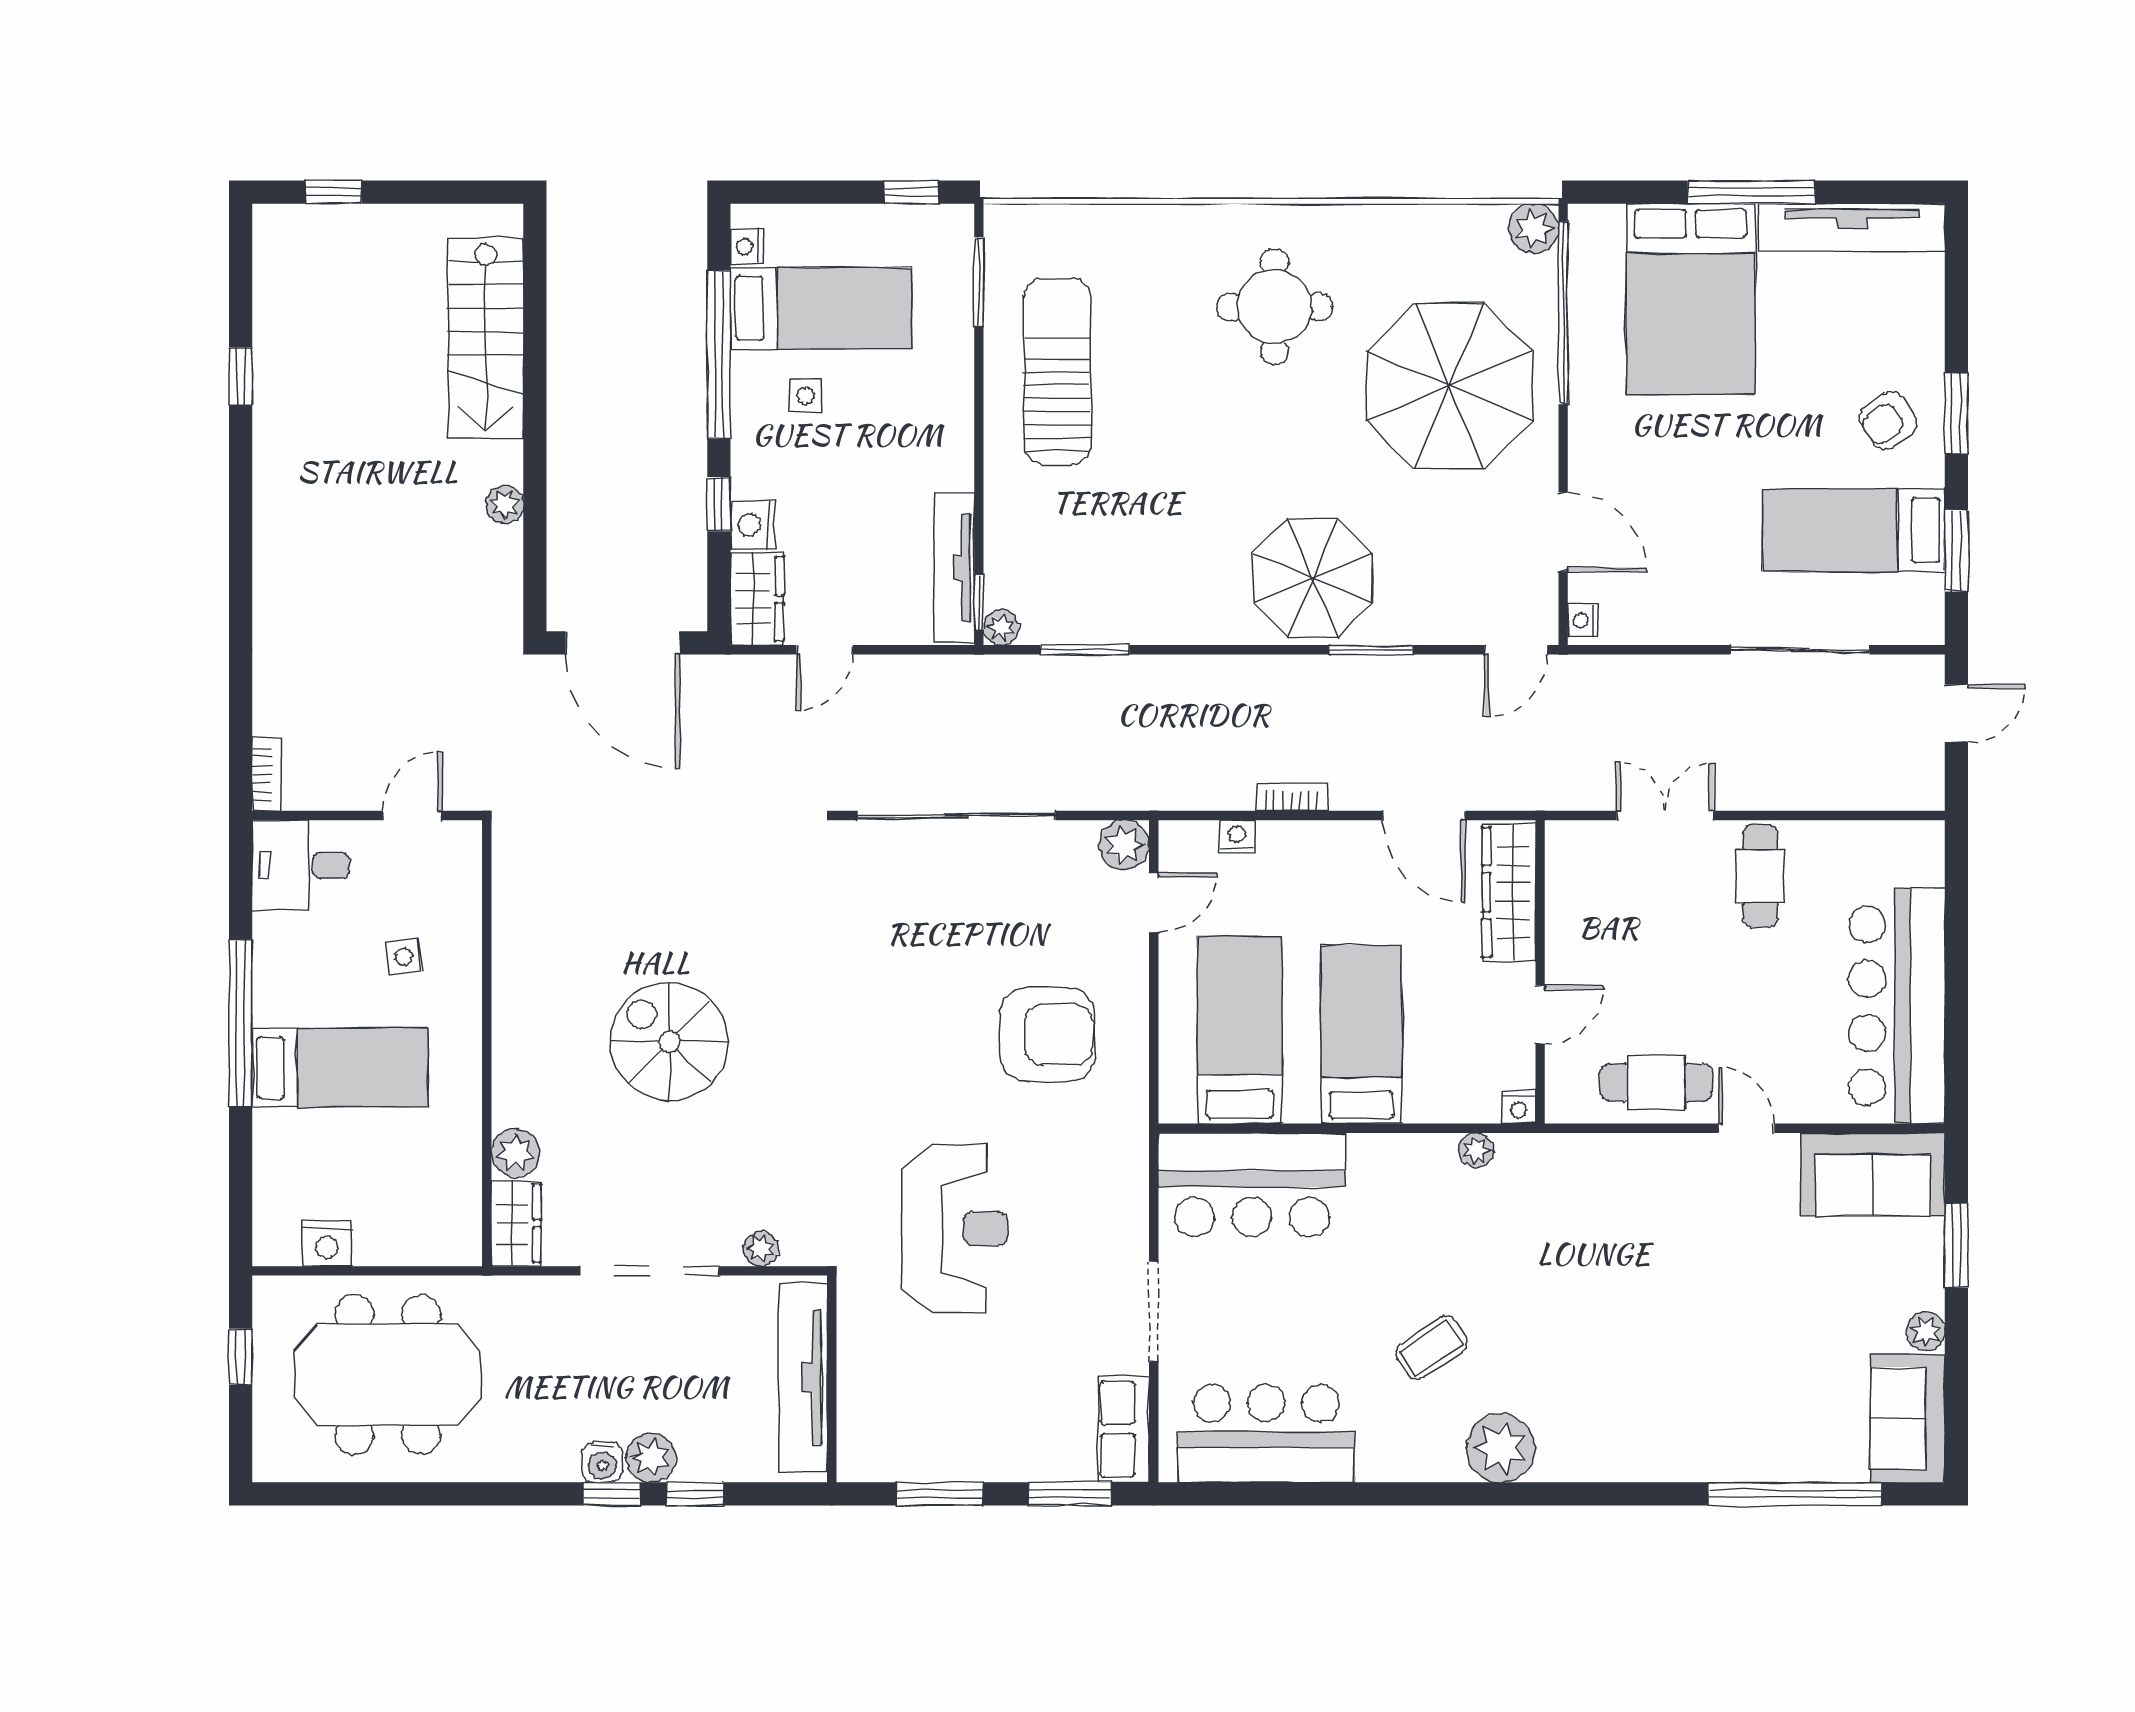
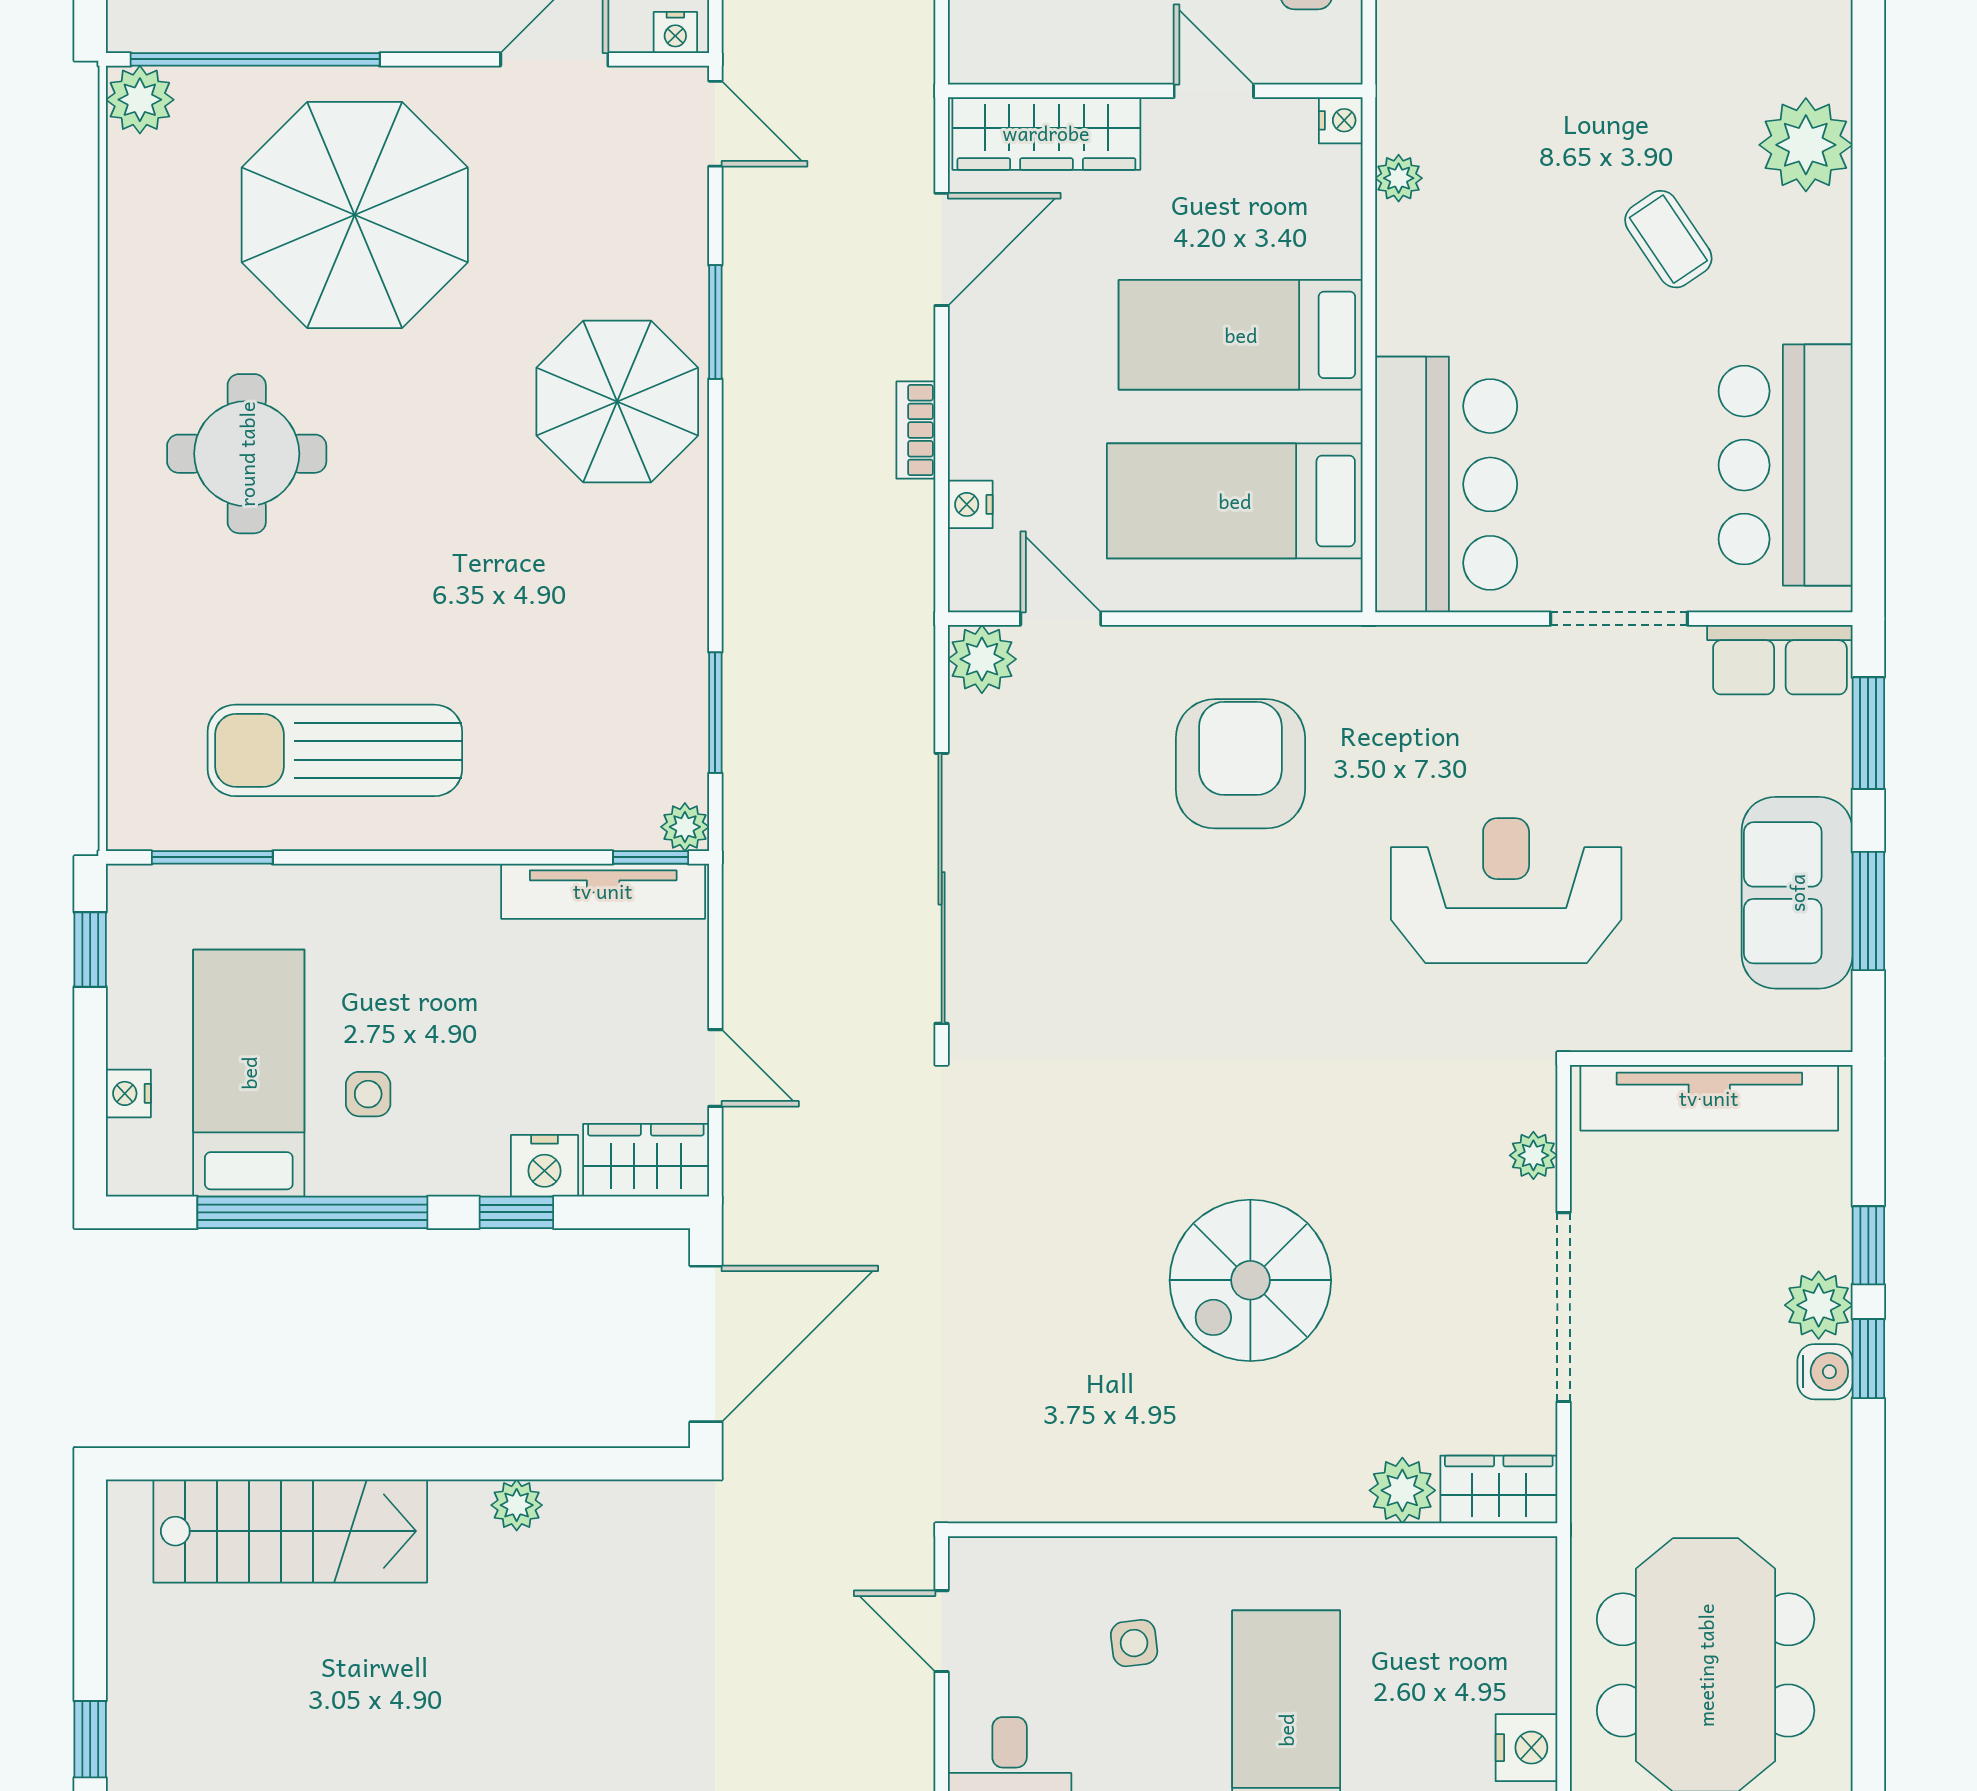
nightstand: (747, 246) -> (128, 1093), moved, turned 90
sofa: (953, 1442) -> (1797, 893), added

